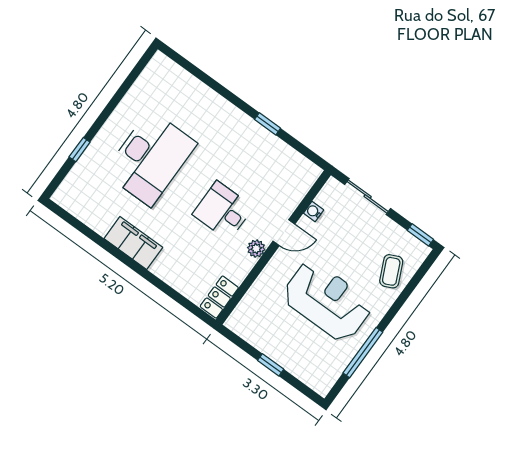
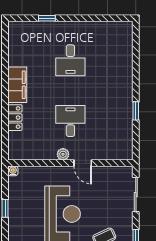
desk: (150, 158) -> (70, 60), width x0.53, depth x0.77
water cooler: (314, 212) -> (13, 171), moved
locker: (219, 297) -> (15, 118), moved, turned 90

